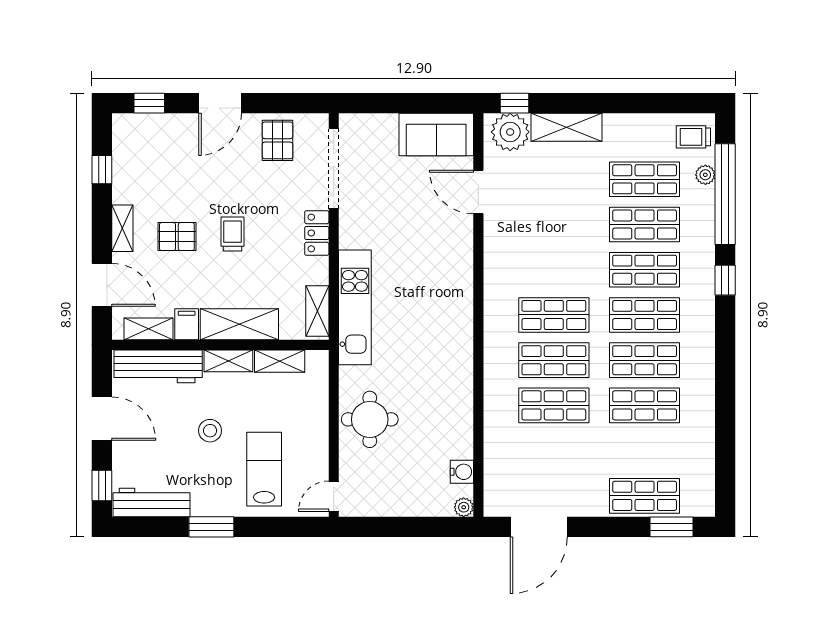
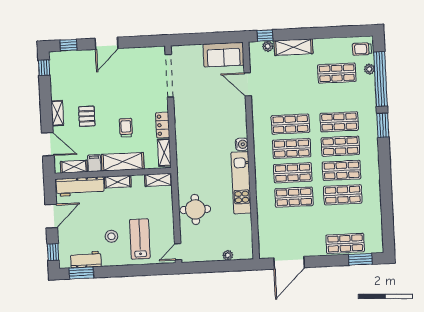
plant: (510, 132) -> (268, 46), width x0.53, depth x0.53
pallet: (278, 140) -> (138, 62), removed
window: (102, 170) -> (44, 68), moved
shop shelf: (645, 225) -> (290, 124), moved
locker: (317, 233) -> (163, 125), moved
trolley: (233, 234) -> (126, 128), moved
pallet: (177, 237) -> (87, 116), turned 90
window: (725, 280) -> (383, 125), width x1.50
kitchen unit: (355, 307) -> (241, 183), moved, turned 180
shelving: (280, 361) -> (158, 180), moved
door: (102, 419) -> (51, 216), hinge flipped
stool: (210, 431) -> (111, 236), moved
water cooler: (462, 472) -> (242, 144), moved
workbench: (152, 502) -> (86, 260), width x0.73
plant: (464, 507) -> (228, 255), moved
window: (211, 527) -> (81, 273), moved

